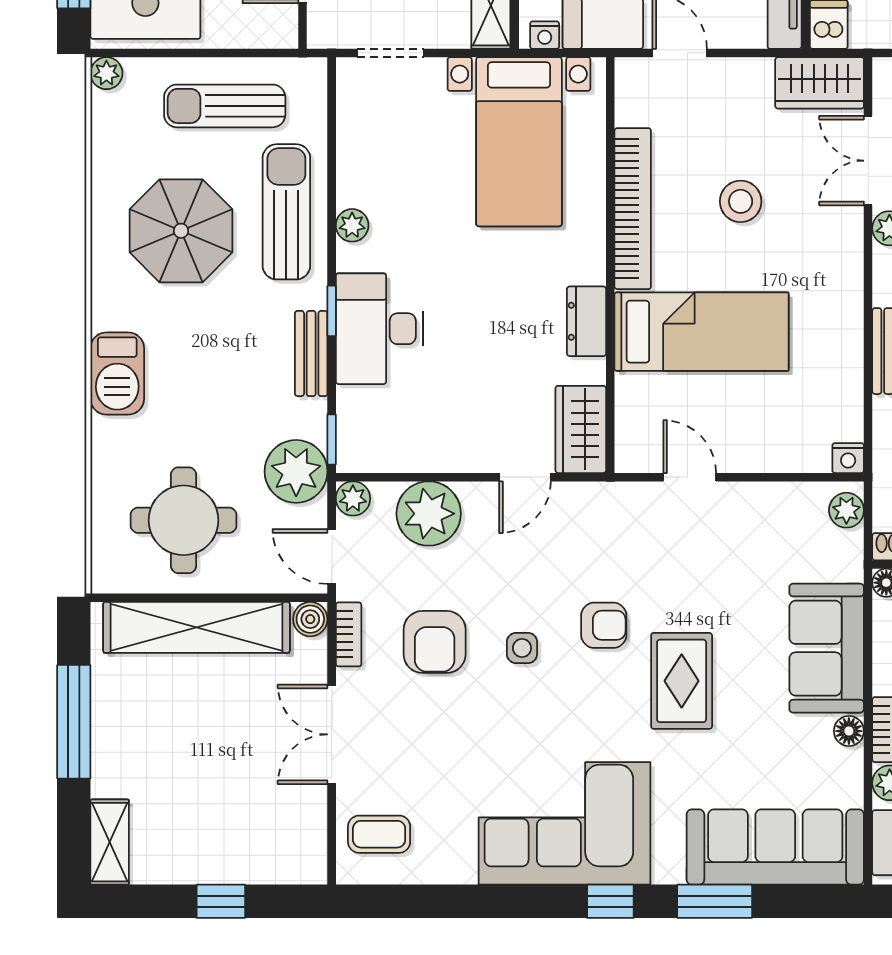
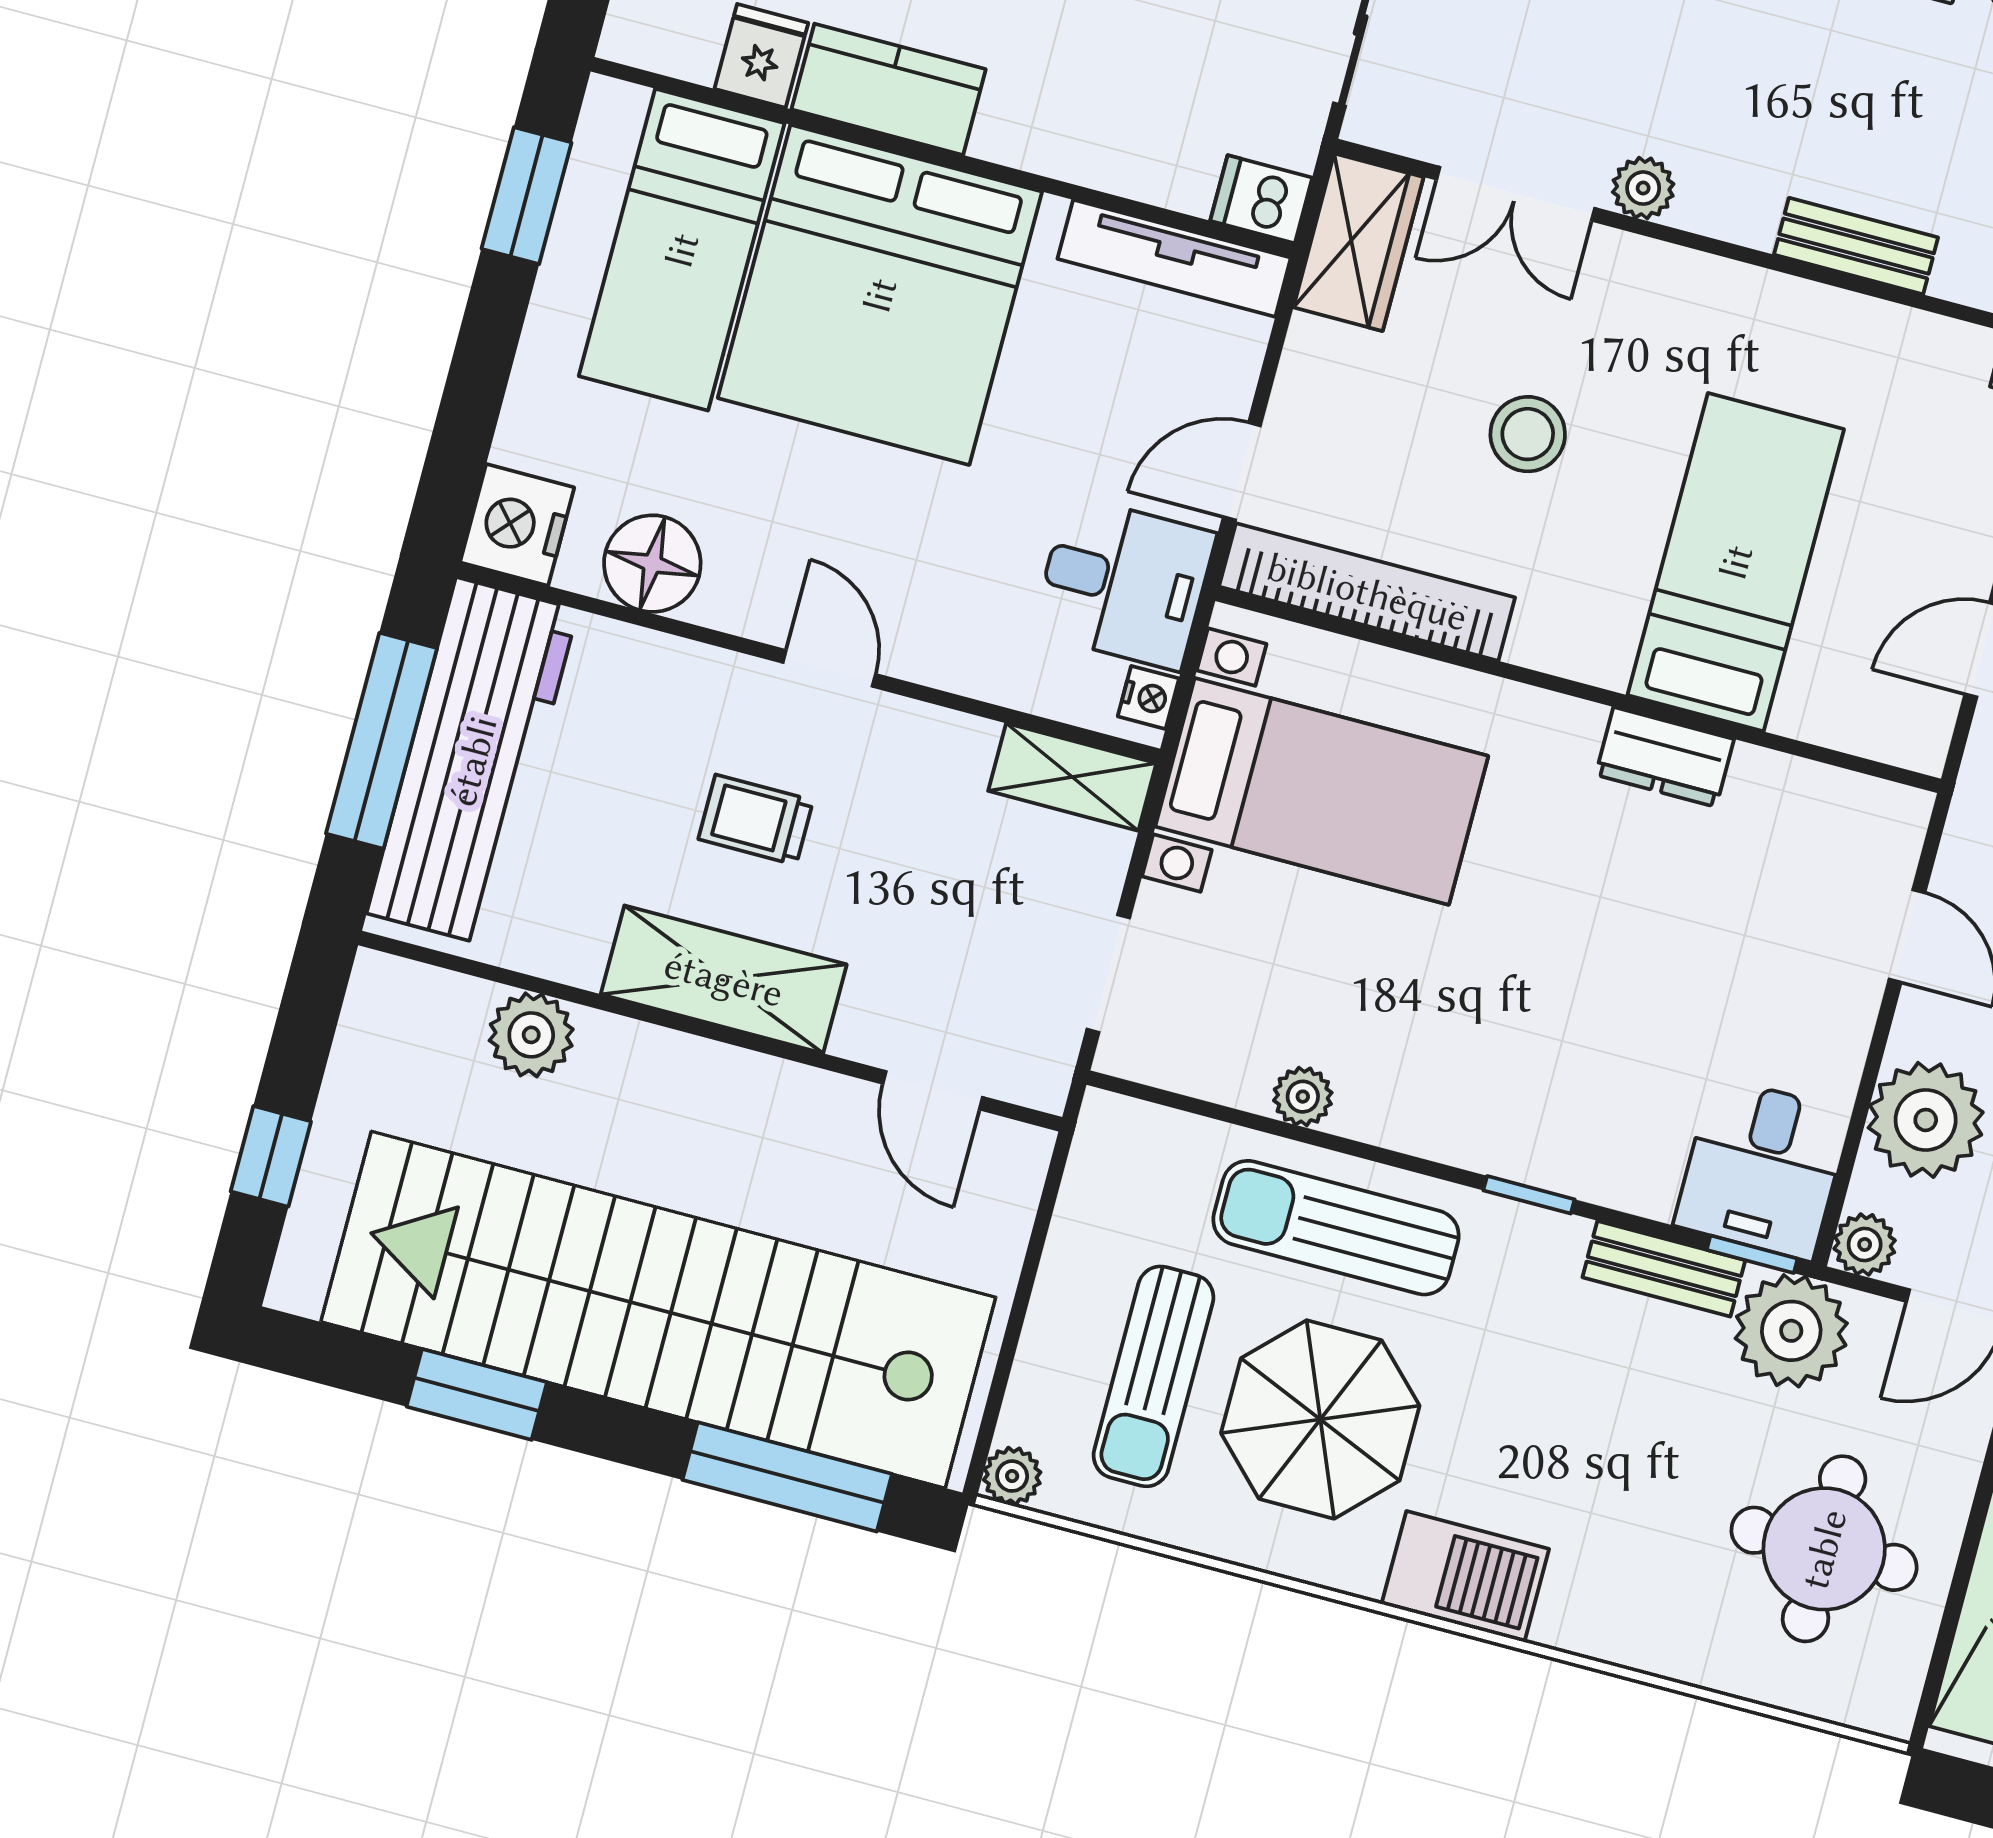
sun lounger: (225, 106) -> (1153, 1376), moved
bookcase: (633, 209) -> (1367, 592), moved
plant: (352, 225) -> (1303, 1097), moved
desk: (379, 329) -> (1762, 1168), moved, width x0.73
bench: (311, 353) -> (1664, 1269), moved
barbecue: (117, 373) -> (1465, 1577), moved
wardrobe: (581, 429) -> (1850, 817), removed

